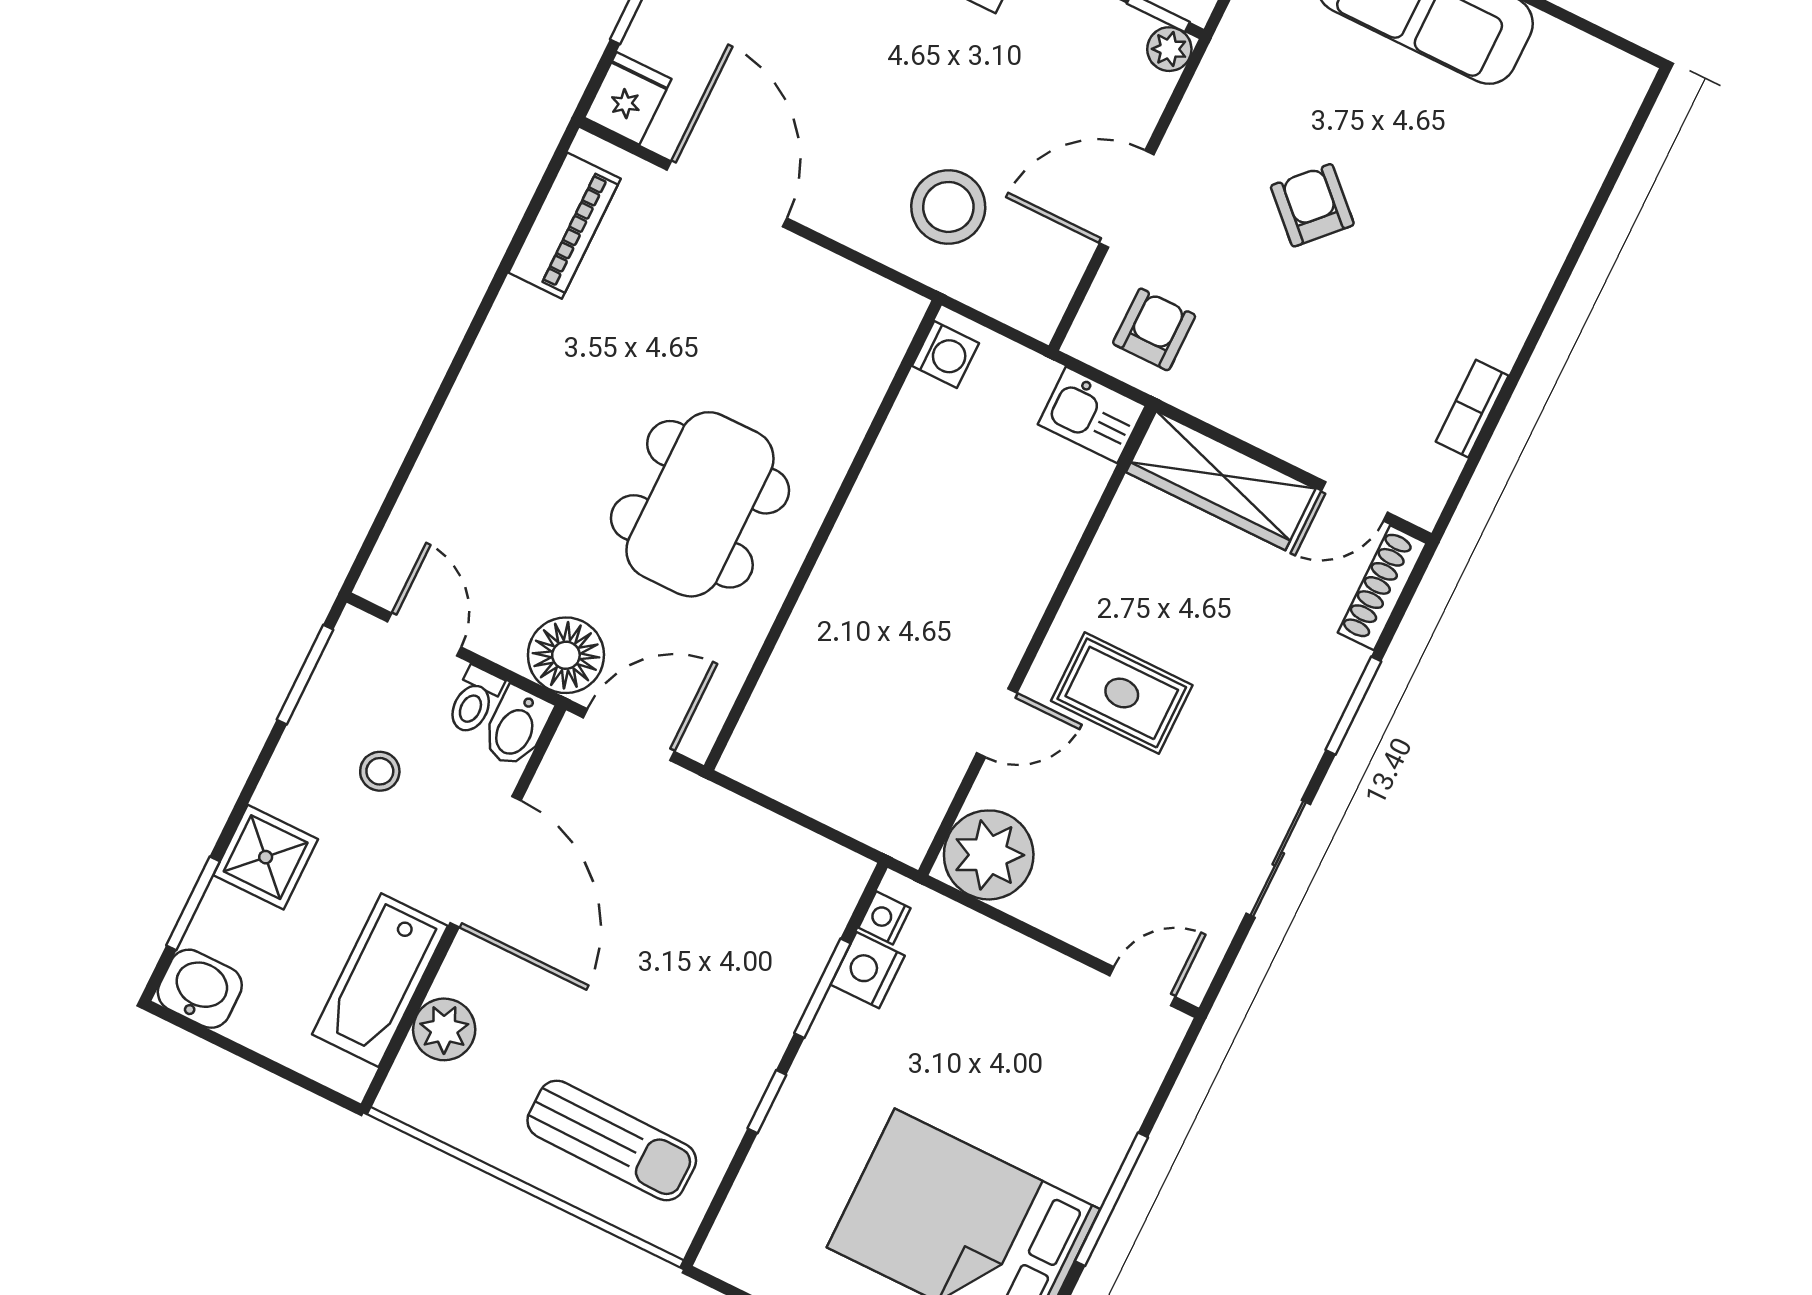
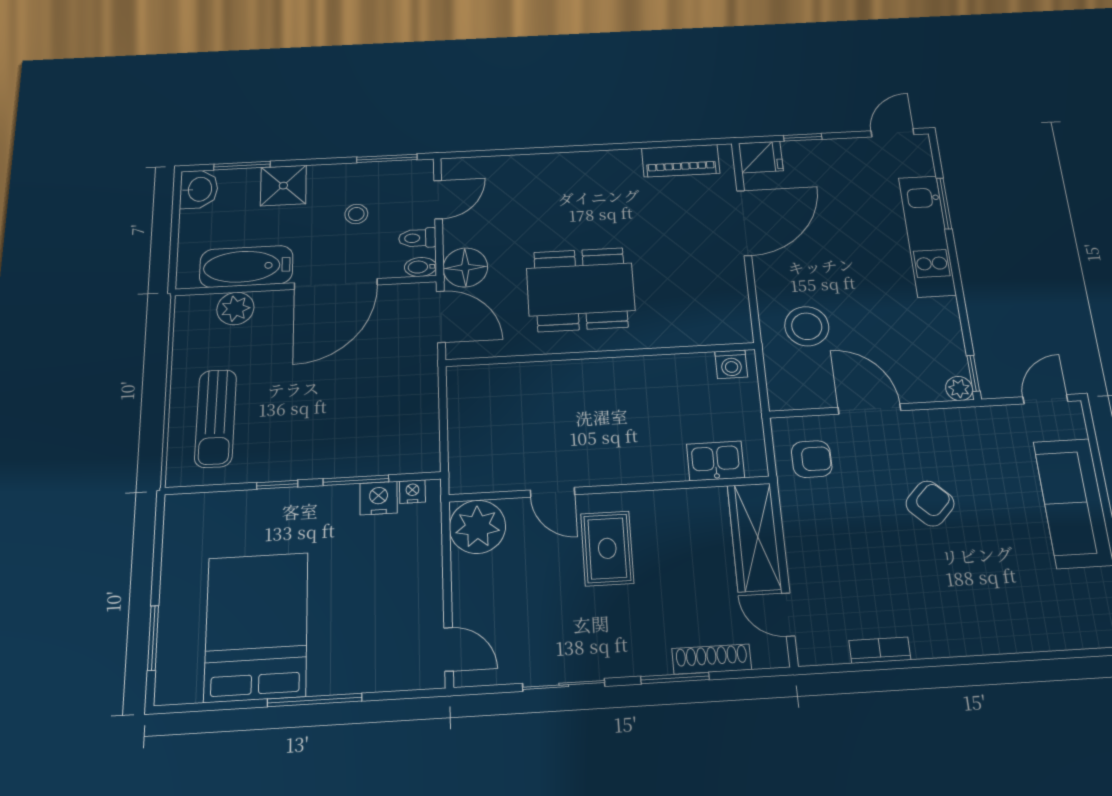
kitchen sink: (1092, 415) -> (716, 461), moved, turned 90
shoe rack: (1382, 588) -> (712, 659), moved
bidet: (517, 727) -> (420, 267), width x0.72, depth x0.74

